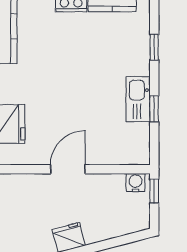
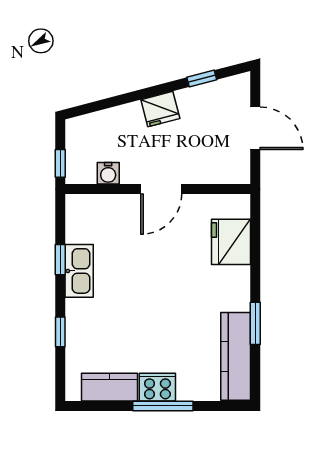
water cooler: (135, 183) -> (108, 173), moved

